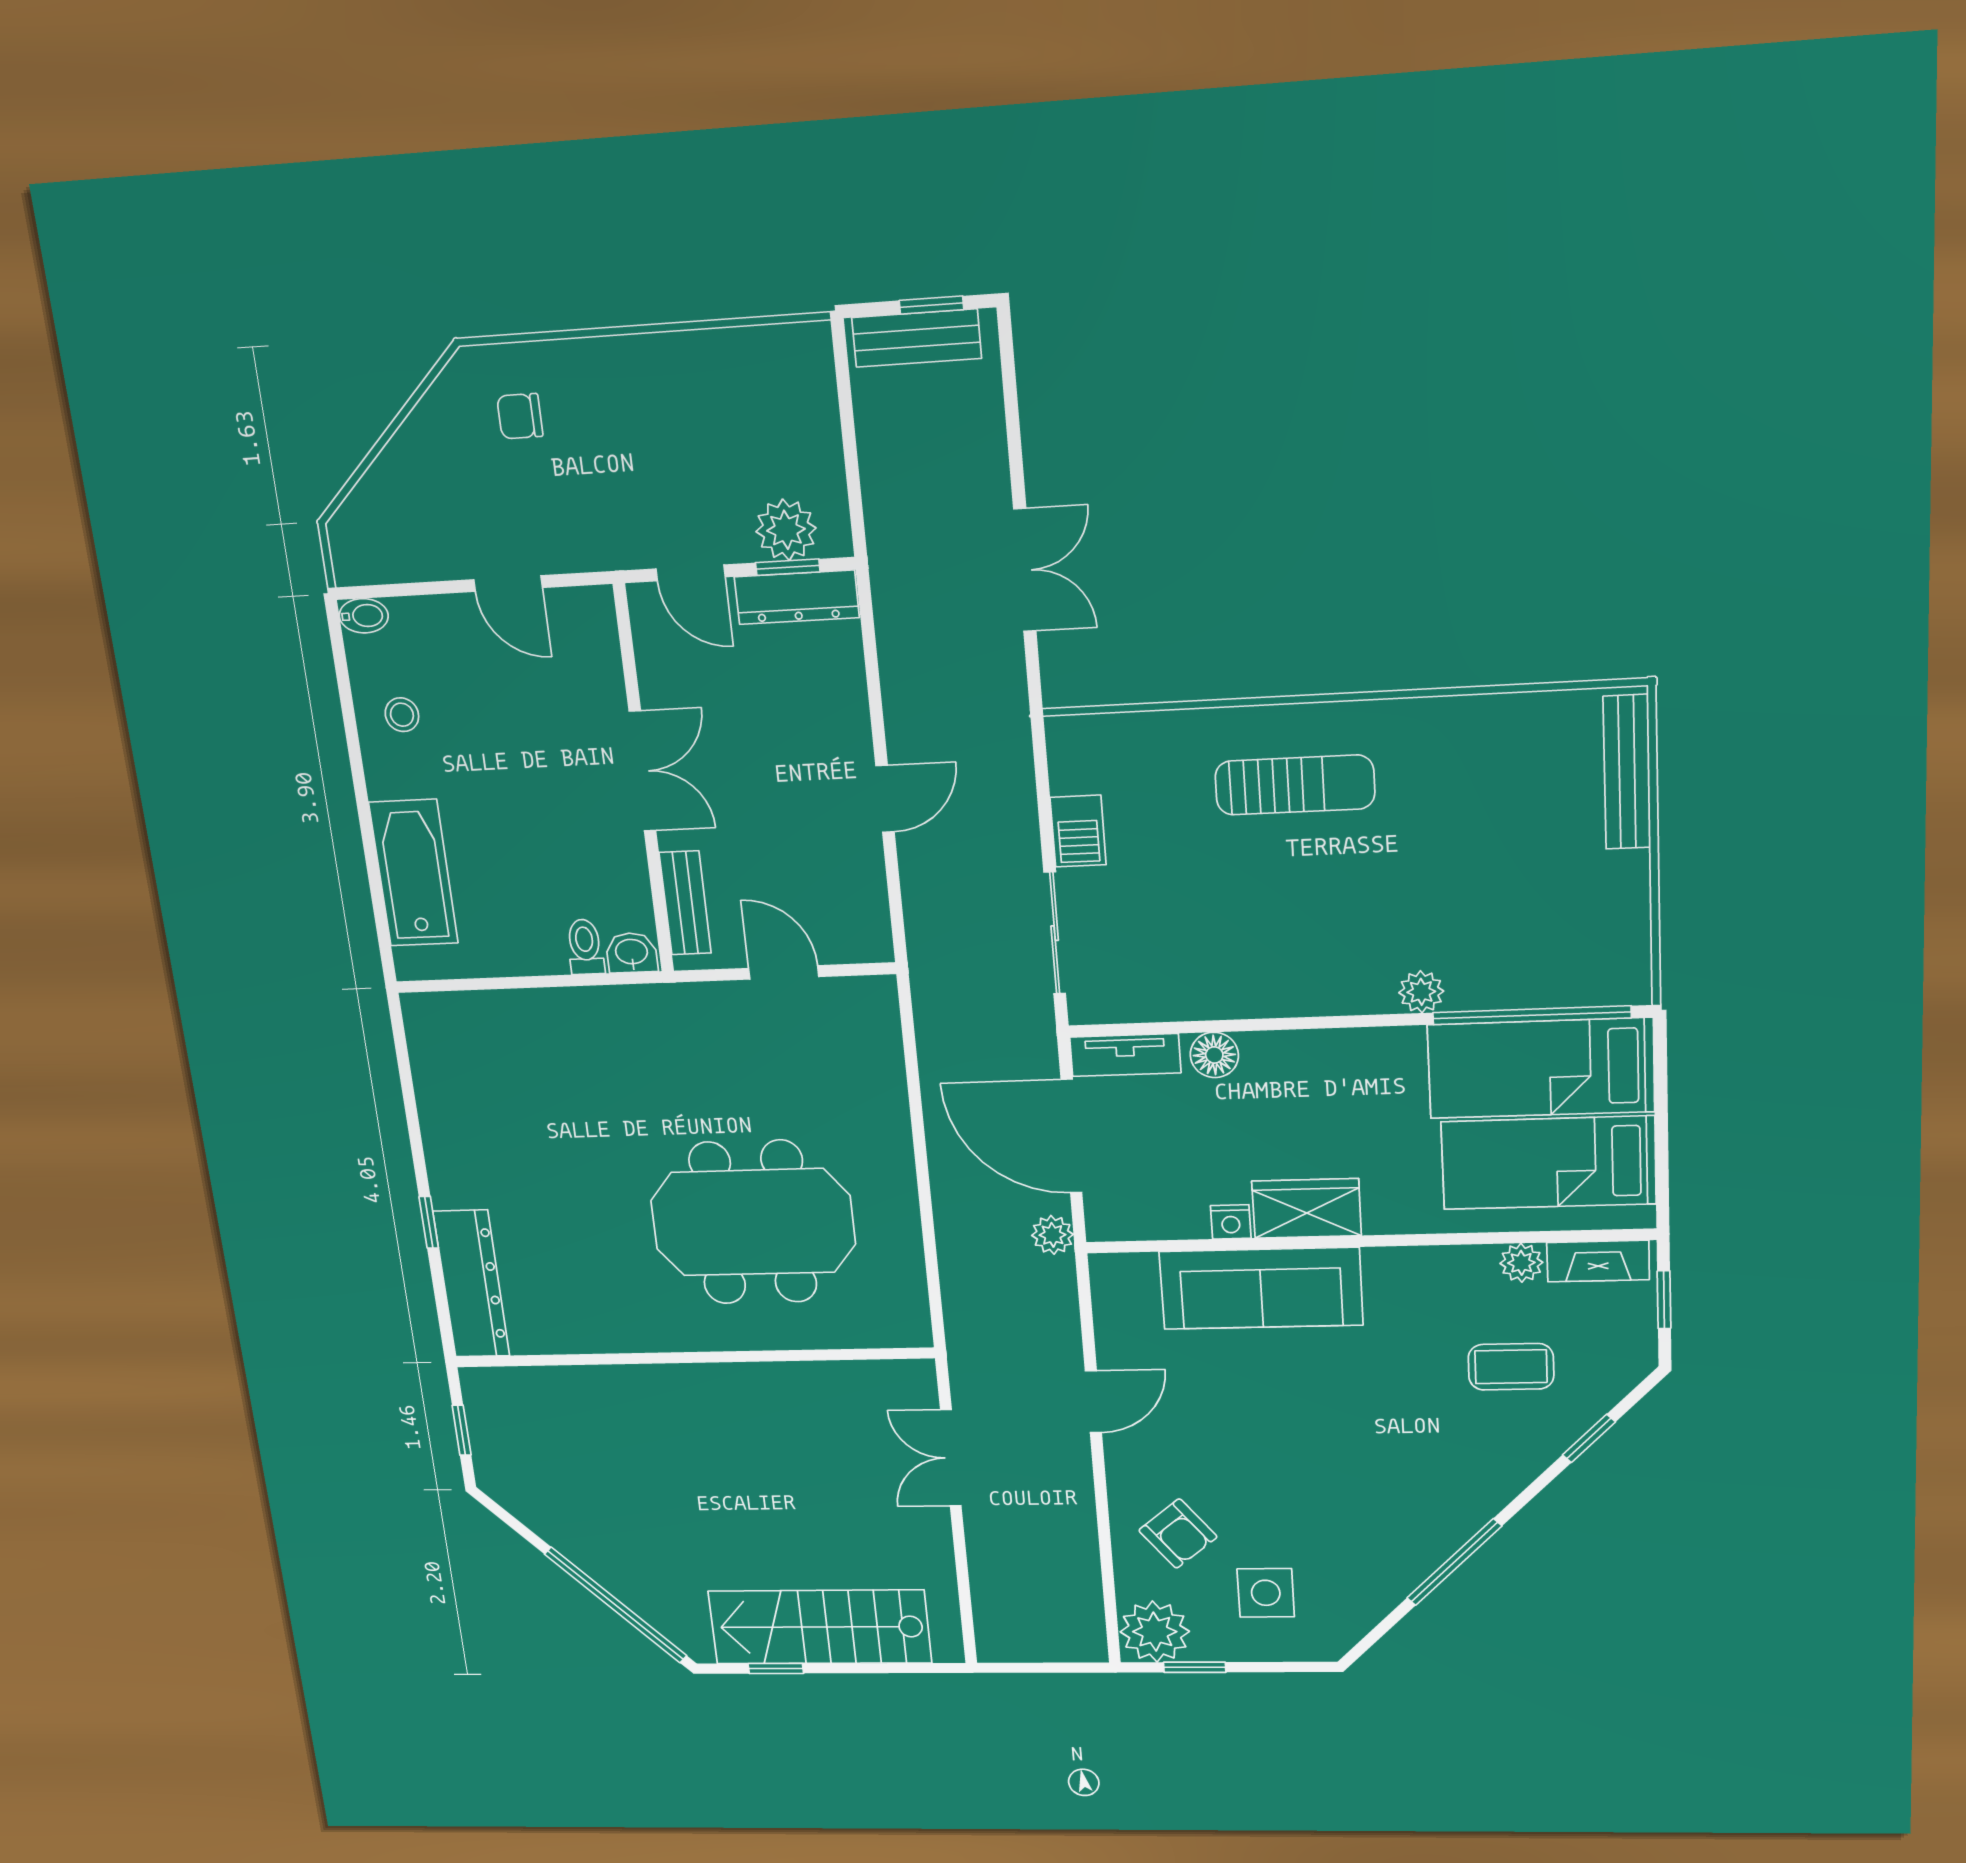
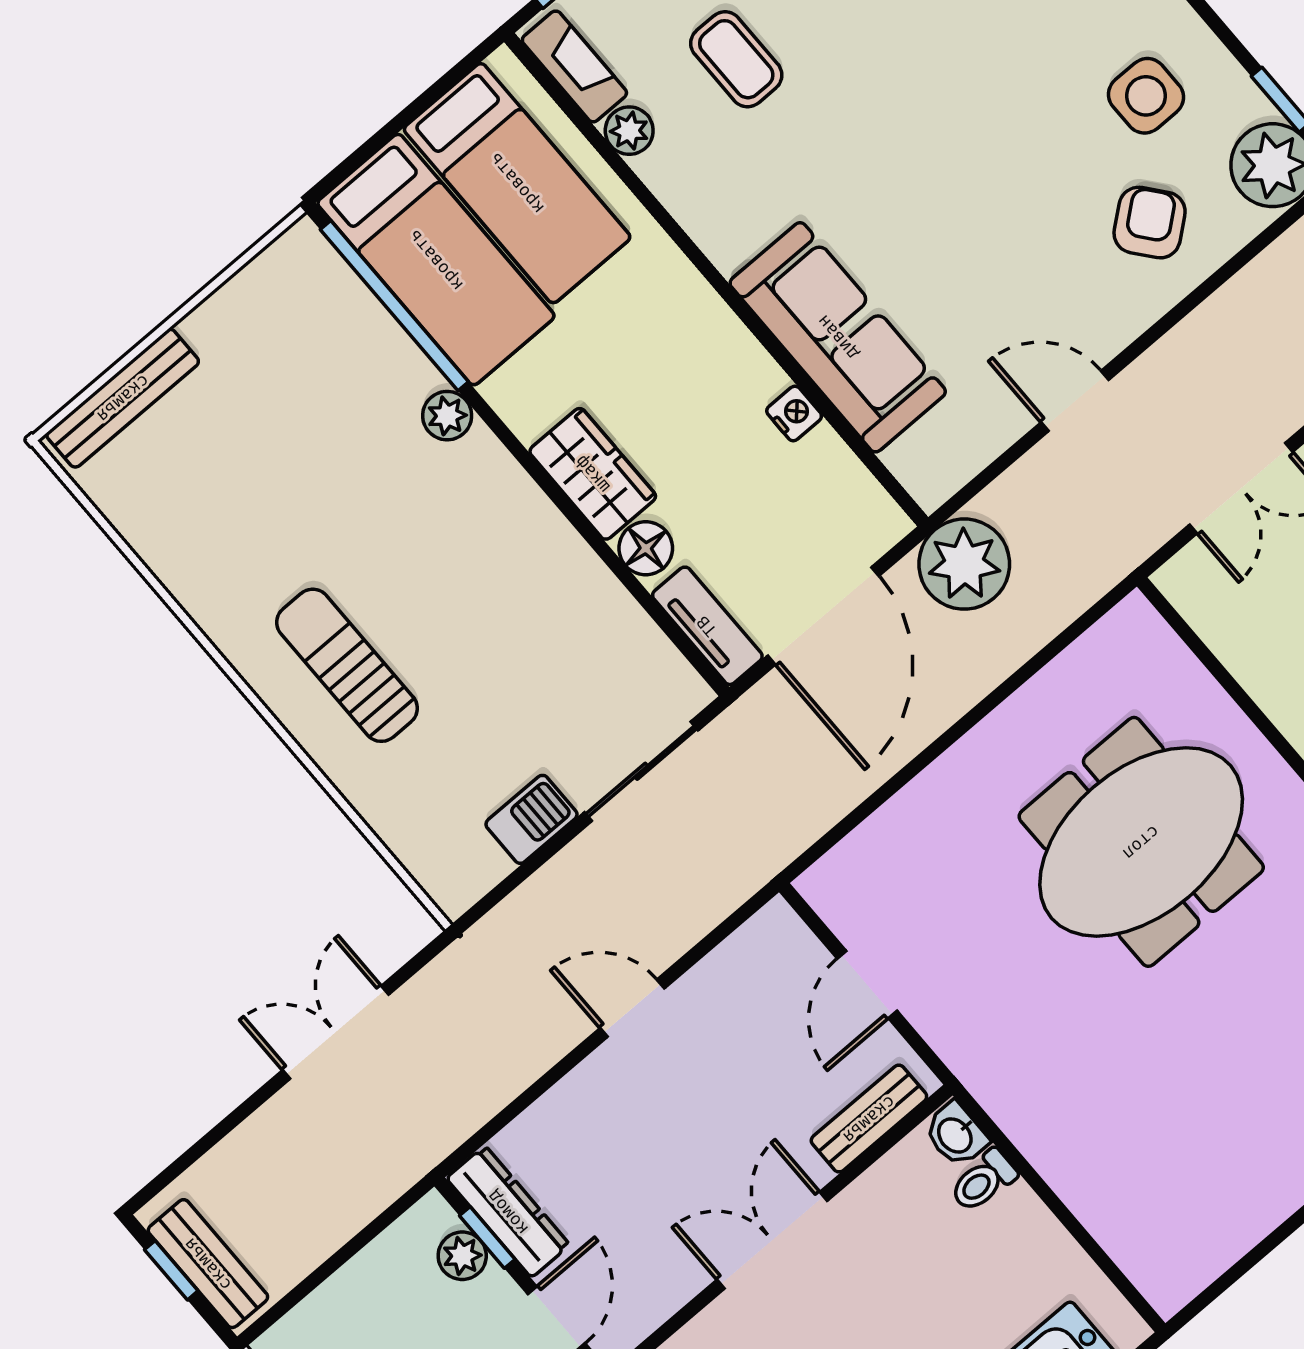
plant: (786, 530) -> (462, 1256), width x0.73, depth x0.73
wardrobe: (1307, 1208) -> (593, 474), moved, turned 180
meeting table: (753, 1222) -> (1141, 842), turned 90
plant: (1053, 1235) -> (964, 564), width x1.87, depth x1.87

